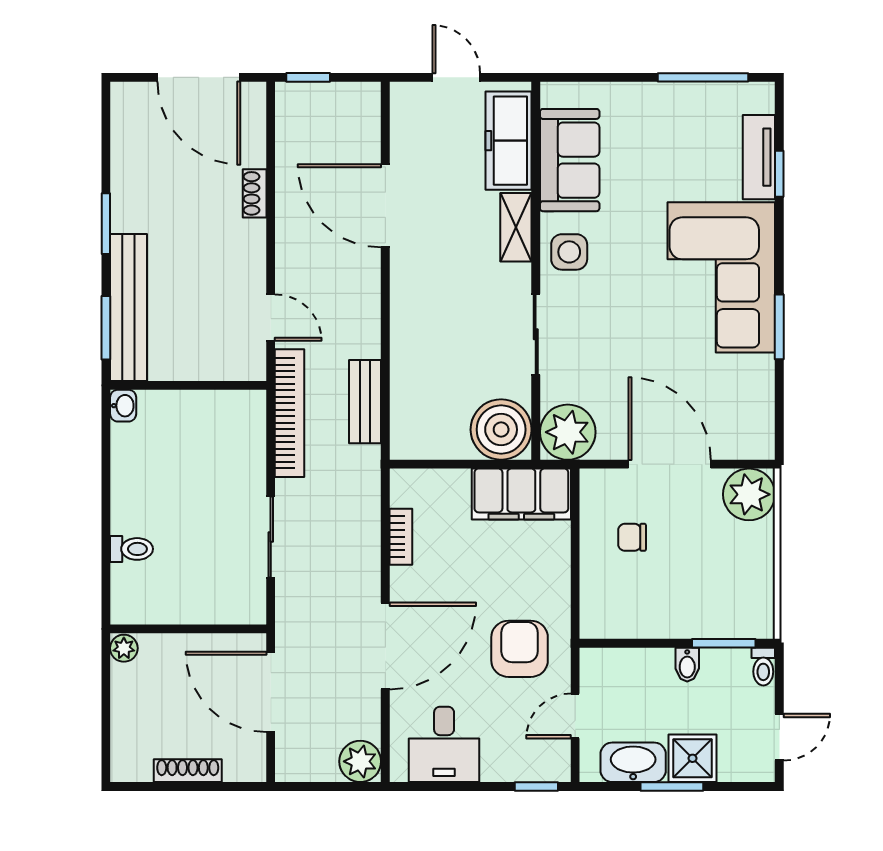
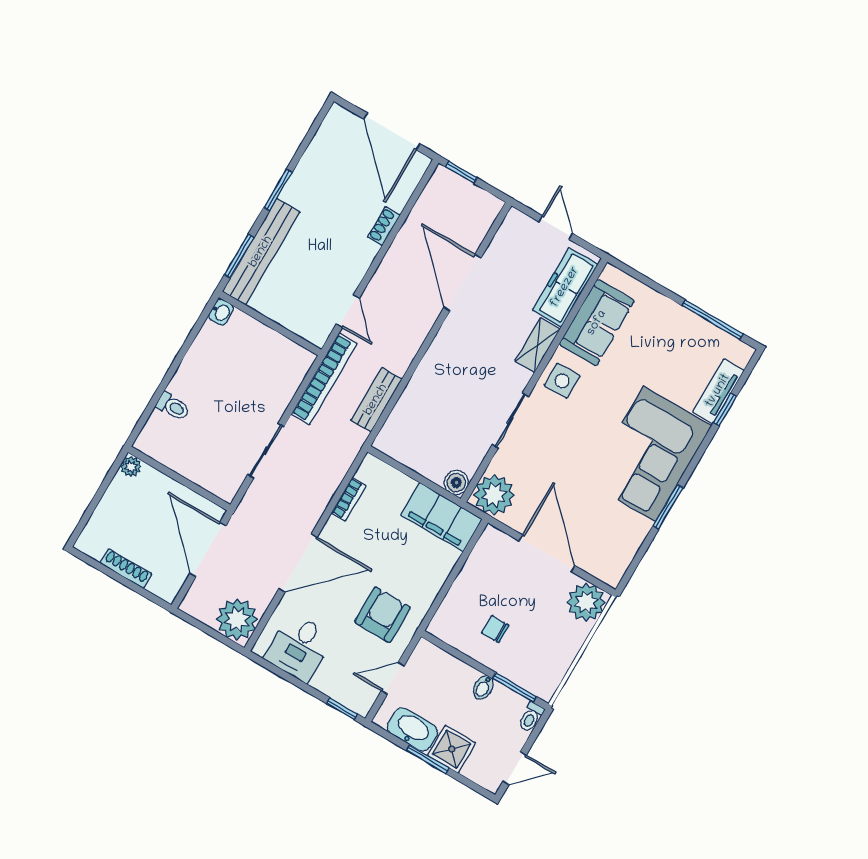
boiler: (501, 430) -> (456, 483), width x0.54, depth x0.54
chair: (632, 537) -> (495, 629), moved
plant: (360, 761) -> (237, 619), width x1.36, depth x1.36

